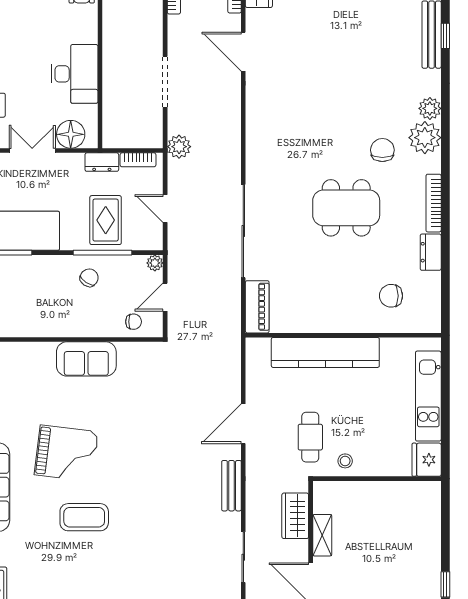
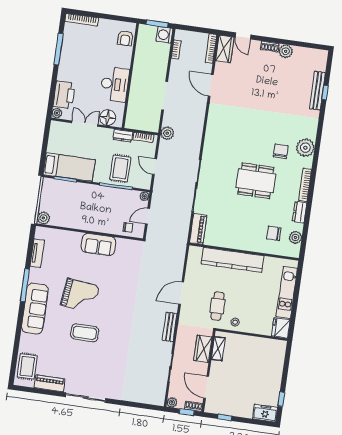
plant: (430, 108) -> (295, 237), moved
chair: (89, 278) -> (107, 199), removed
shelving: (322, 535) -> (218, 349), moved

